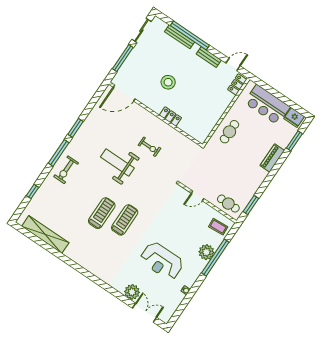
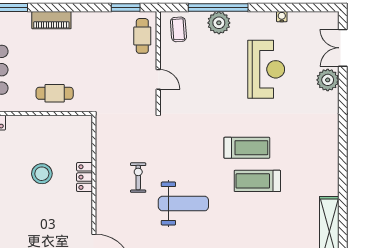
stool: (168, 82) -> (42, 174), moved
weight bench: (117, 162) -> (183, 204), turned -90
treadmill: (125, 220) -> (247, 148), turned 180

